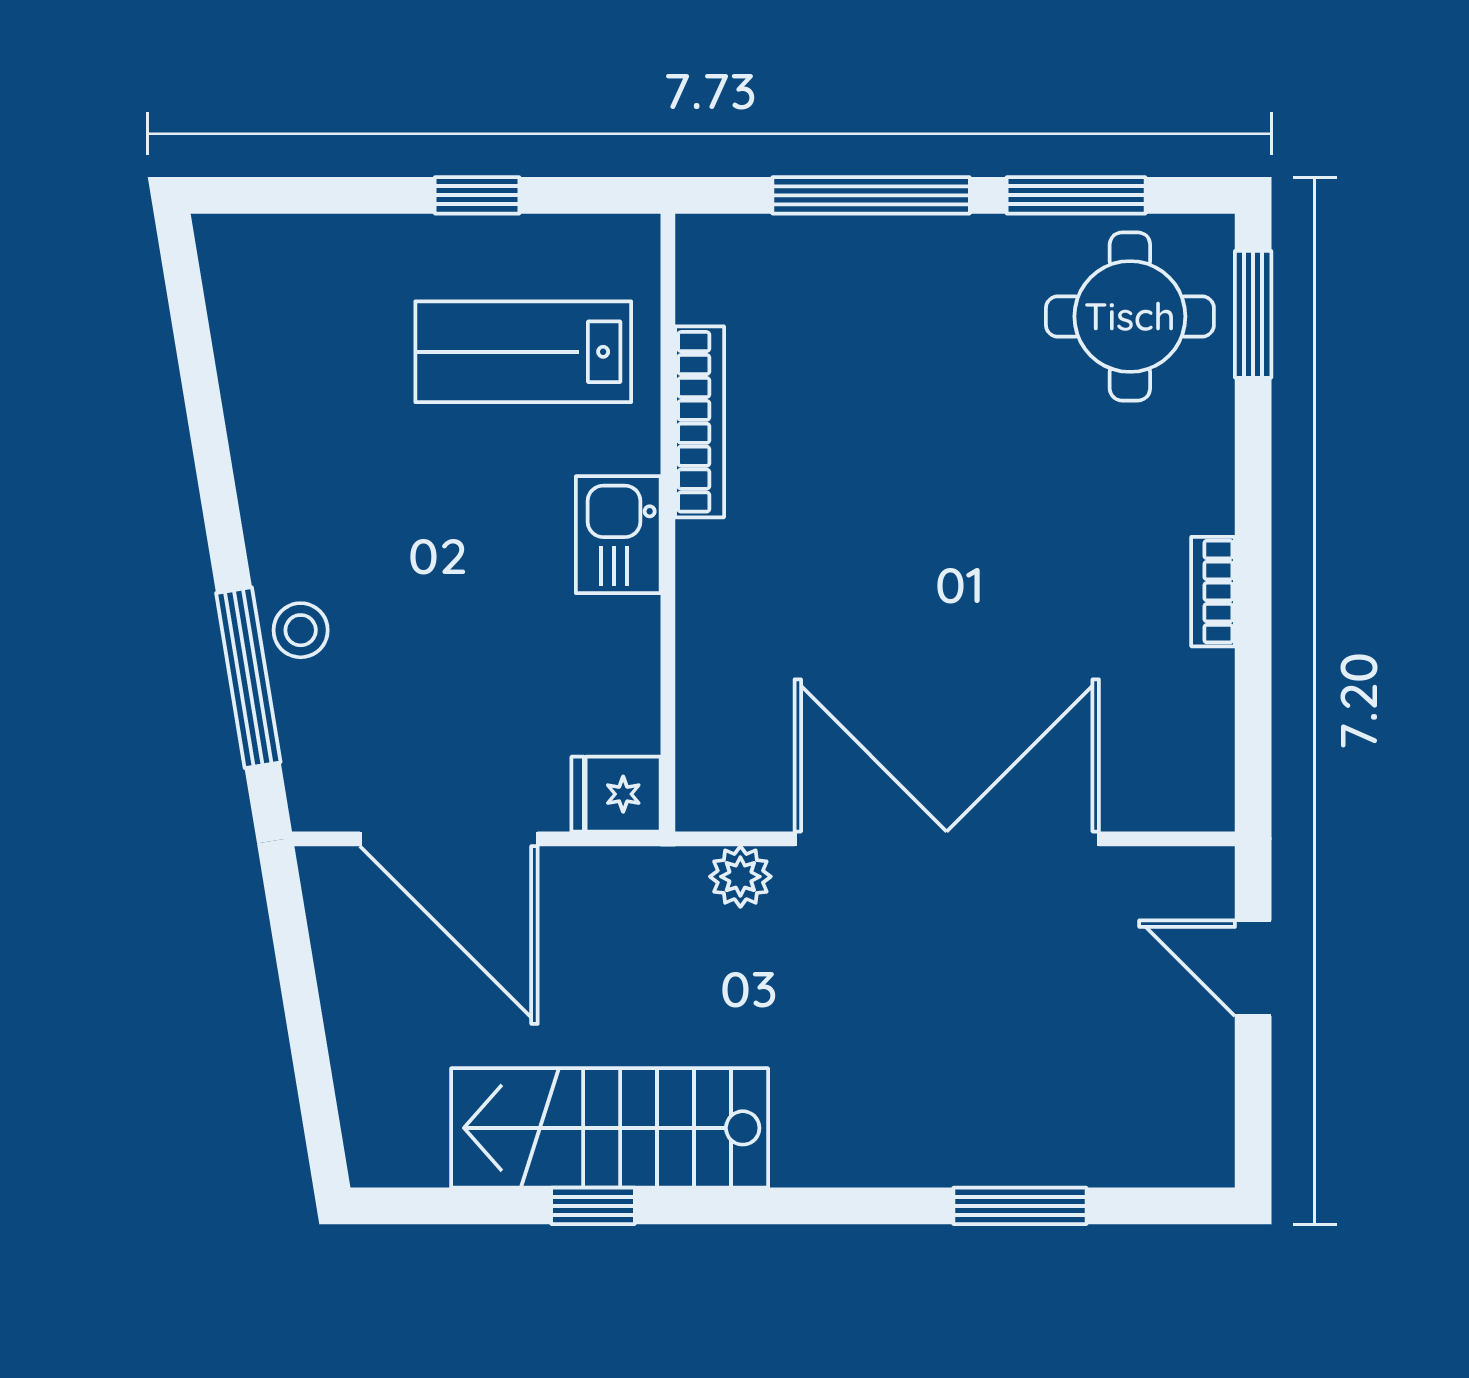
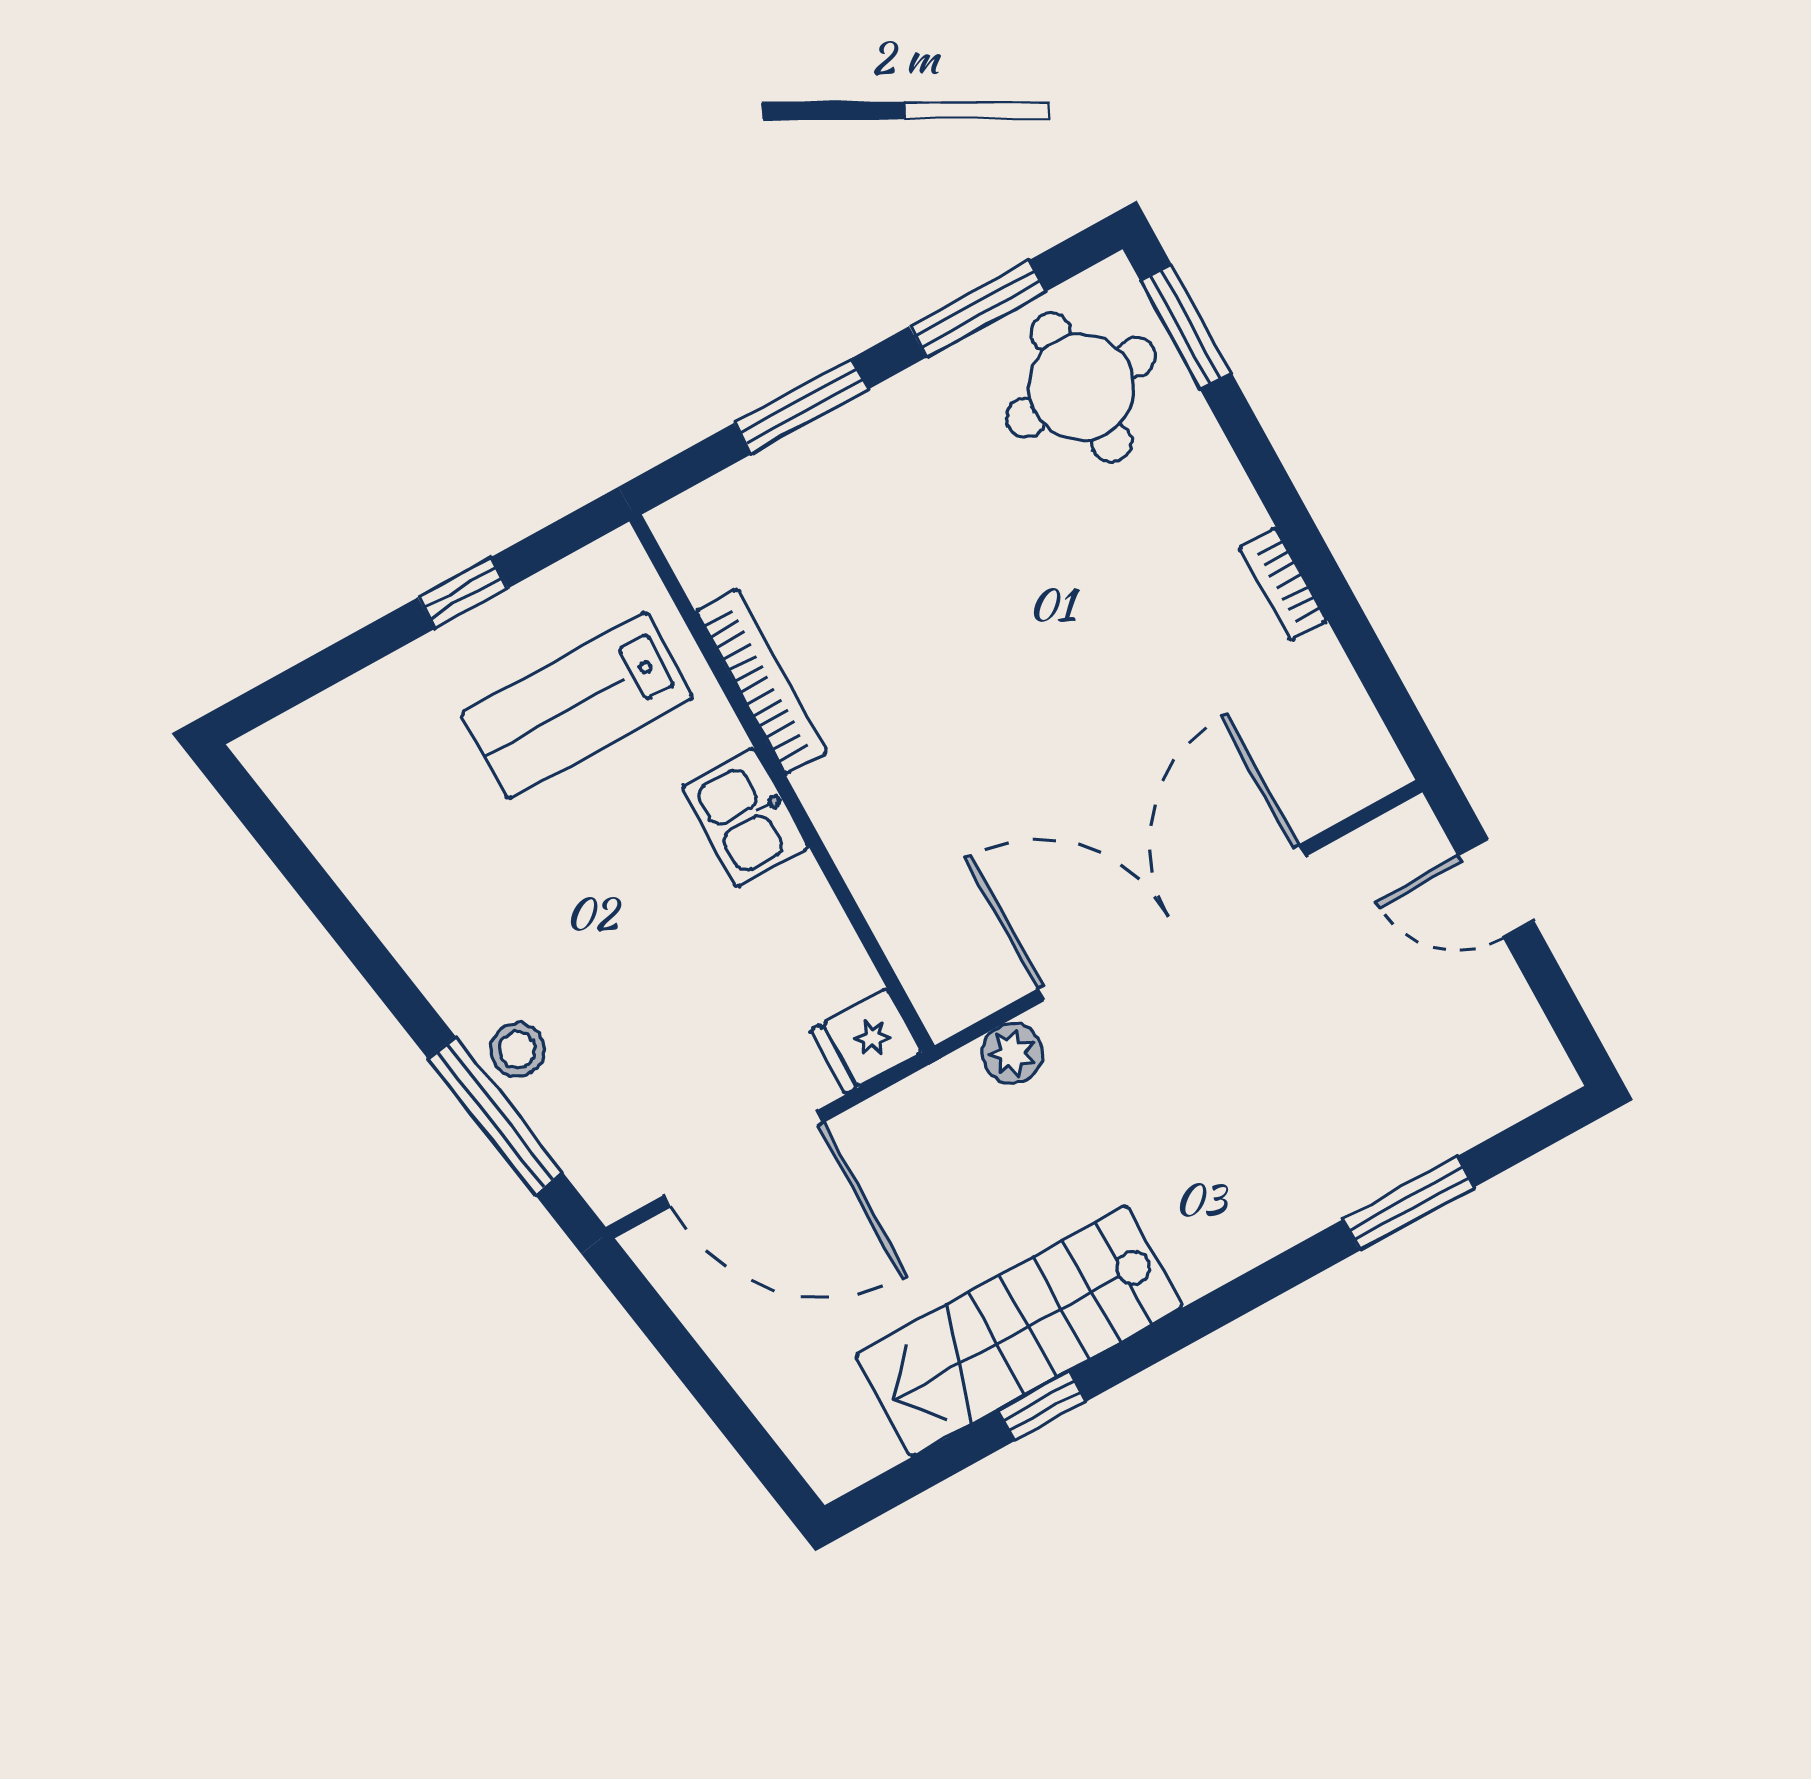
window: (871, 195) -> (801, 406), width x0.69

